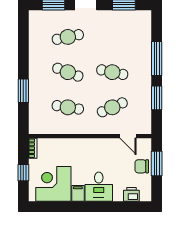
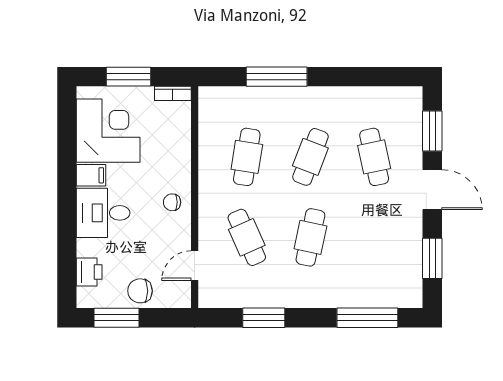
window: (157, 58) -> (367, 318), moved
window: (23, 91) -> (277, 77), width x1.44
chair: (93, 149) -> (172, 202), added
window: (157, 164) -> (116, 318), moved
chair: (142, 166) -> (140, 291), turned -90
window: (23, 173) -> (128, 77), width x1.50

